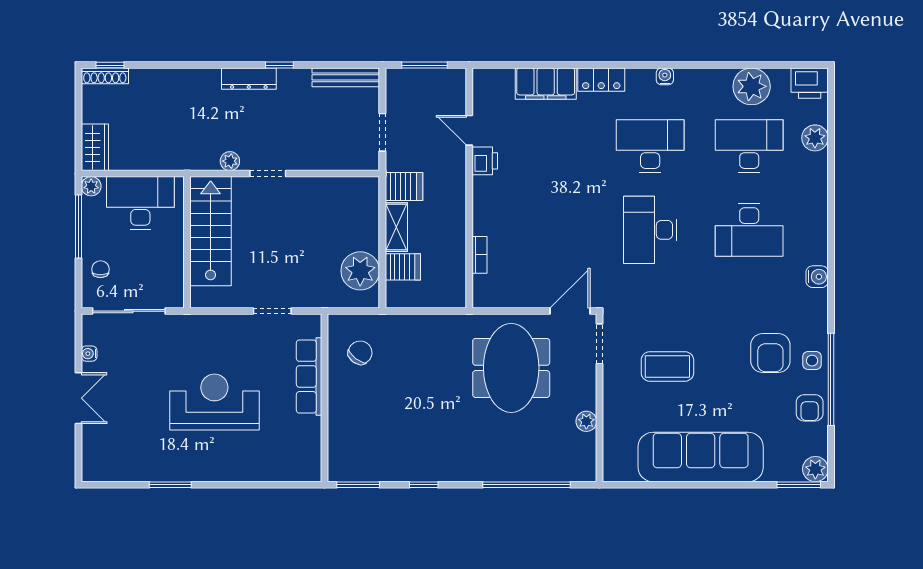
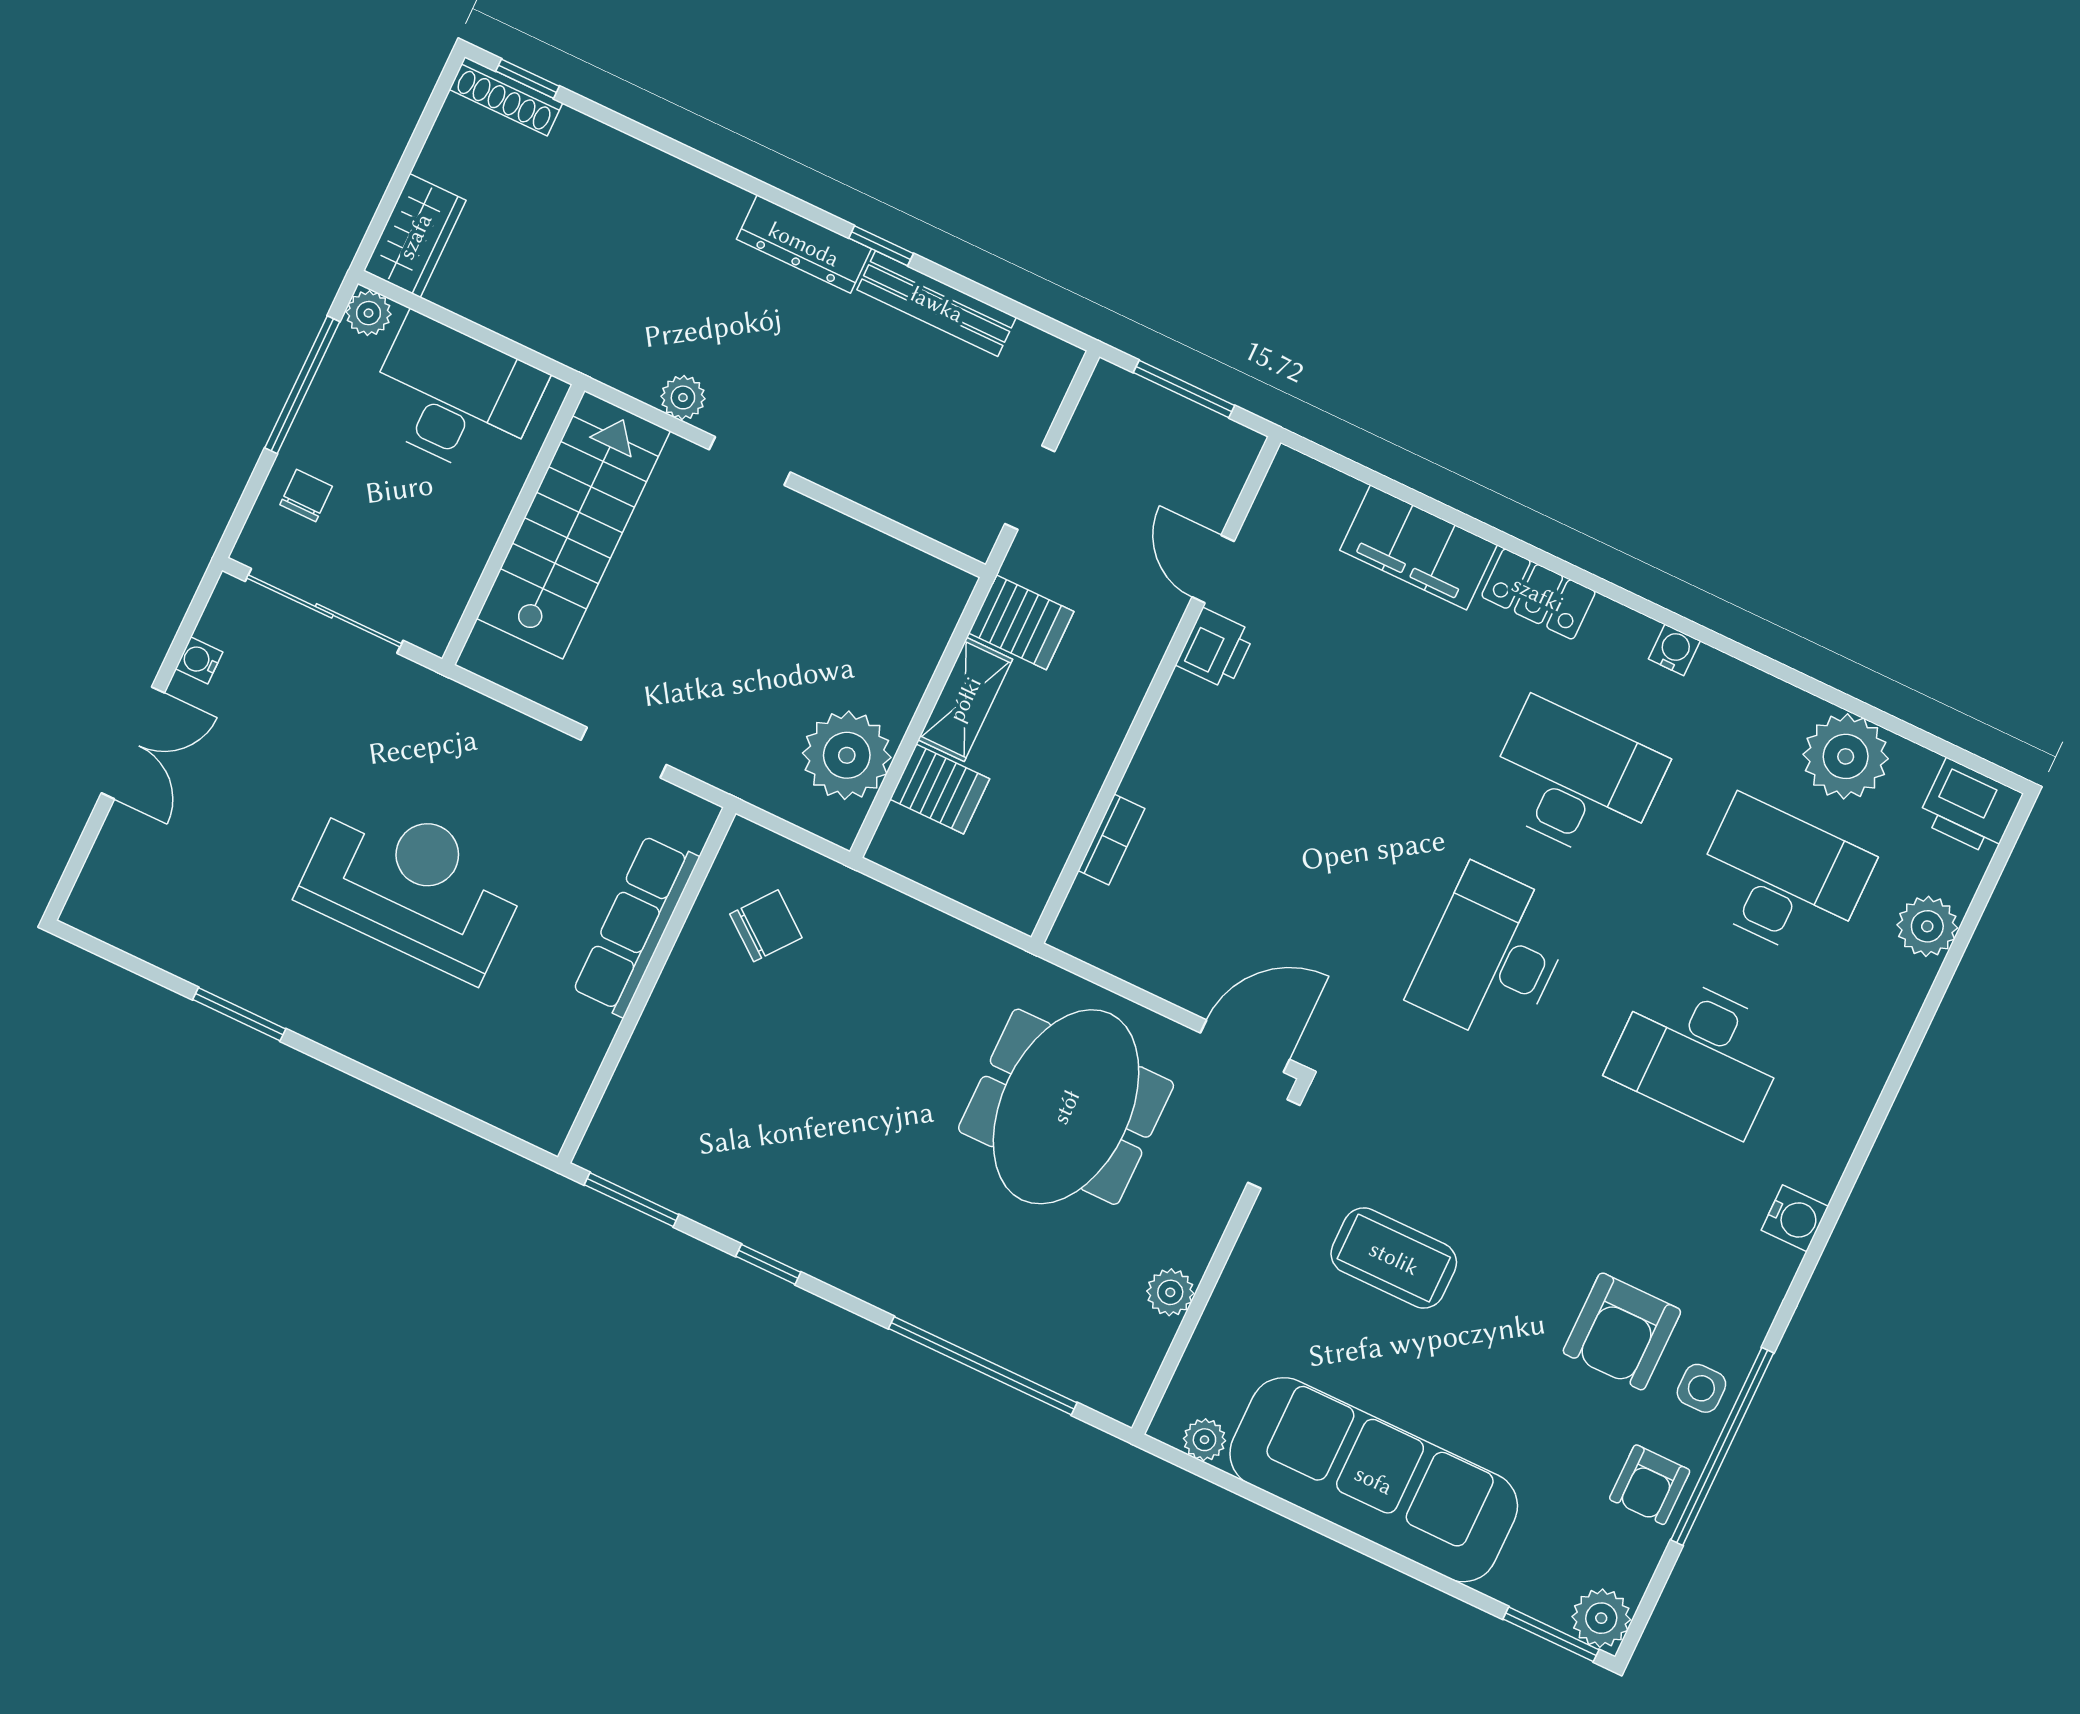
bench: (346, 77) -> (937, 304), moved
plant: (627, 473) -> (1204, 1440), added

